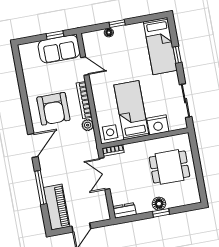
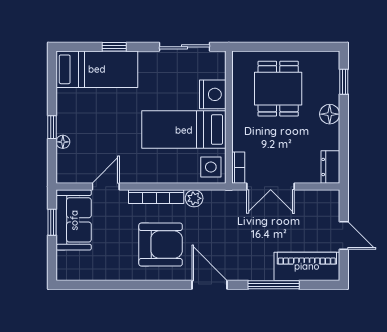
window: (161, 213) -> (344, 82), moved

